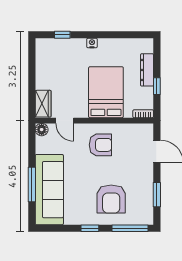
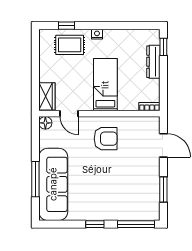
rug: (65, 54) -> (70, 45), added
window: (157, 86) -> (163, 47), moved
bed: (106, 92) -> (105, 85), width x0.67
armchair: (111, 199) -> (117, 194), removed

